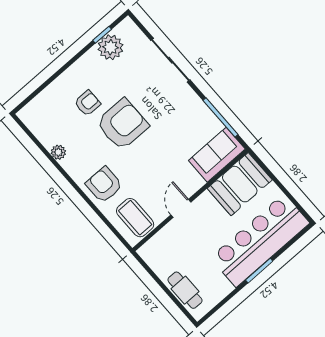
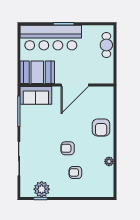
armchair: (122, 124) -> (68, 148), width x0.53, depth x0.53
door: (181, 208) -> (75, 85), width x1.87
coffee table: (135, 218) -> (100, 99), removed

